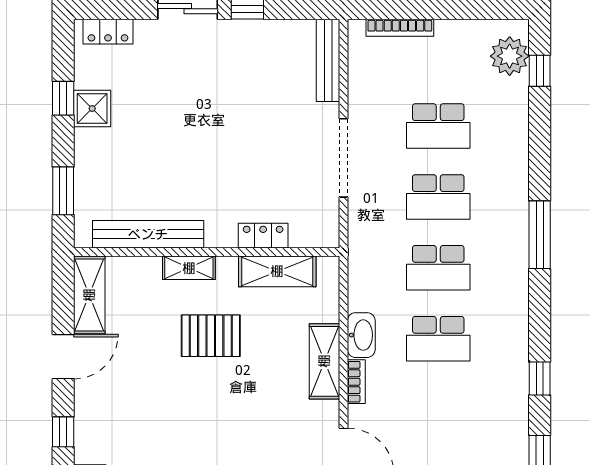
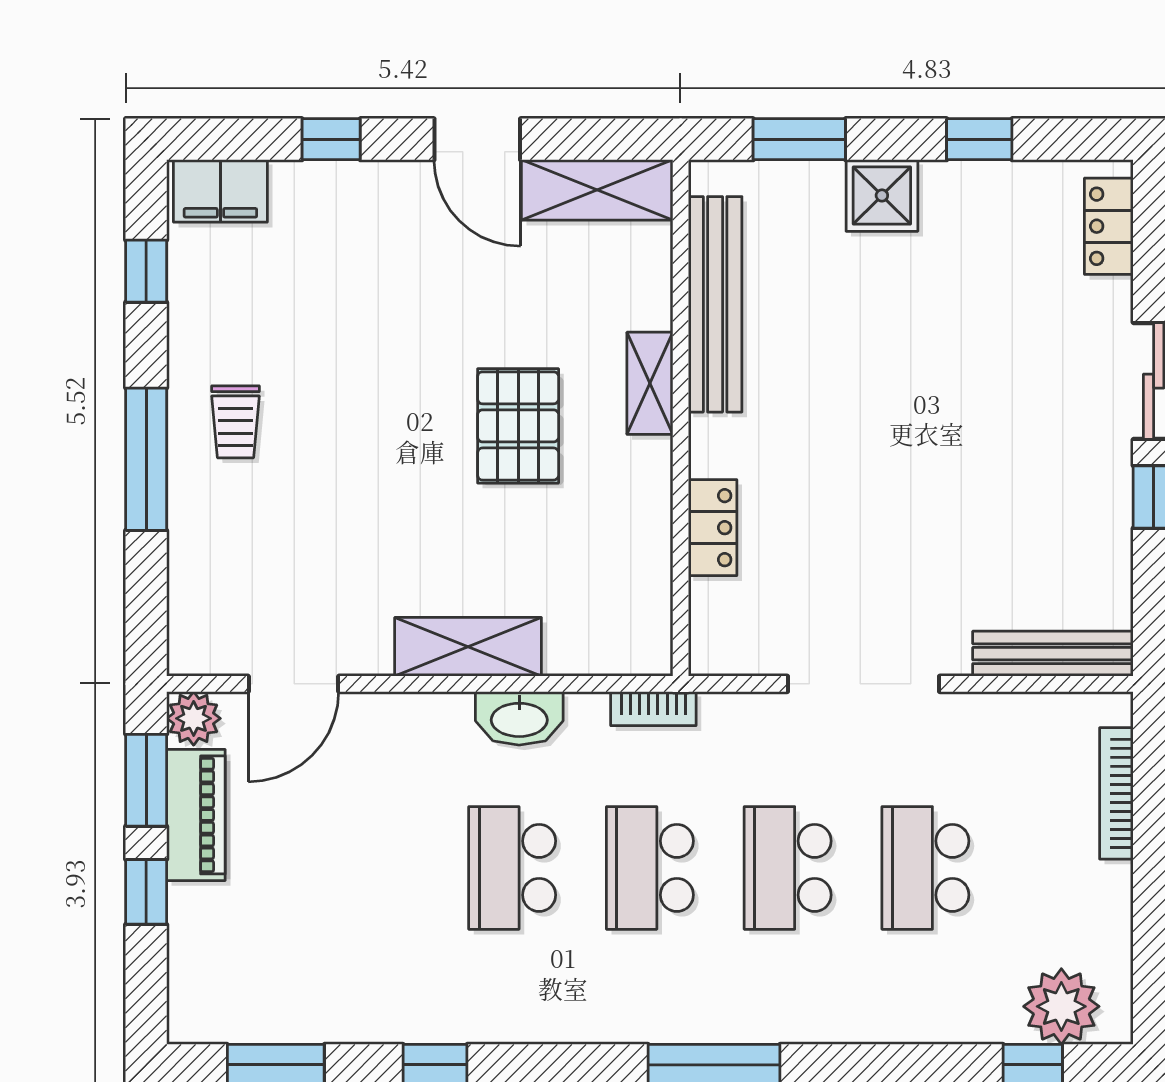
shower: (92, 109) -> (882, 195), moved
shelving: (277, 271) -> (643, 555), removed
bookcase: (356, 382) -> (653, 709), moved

